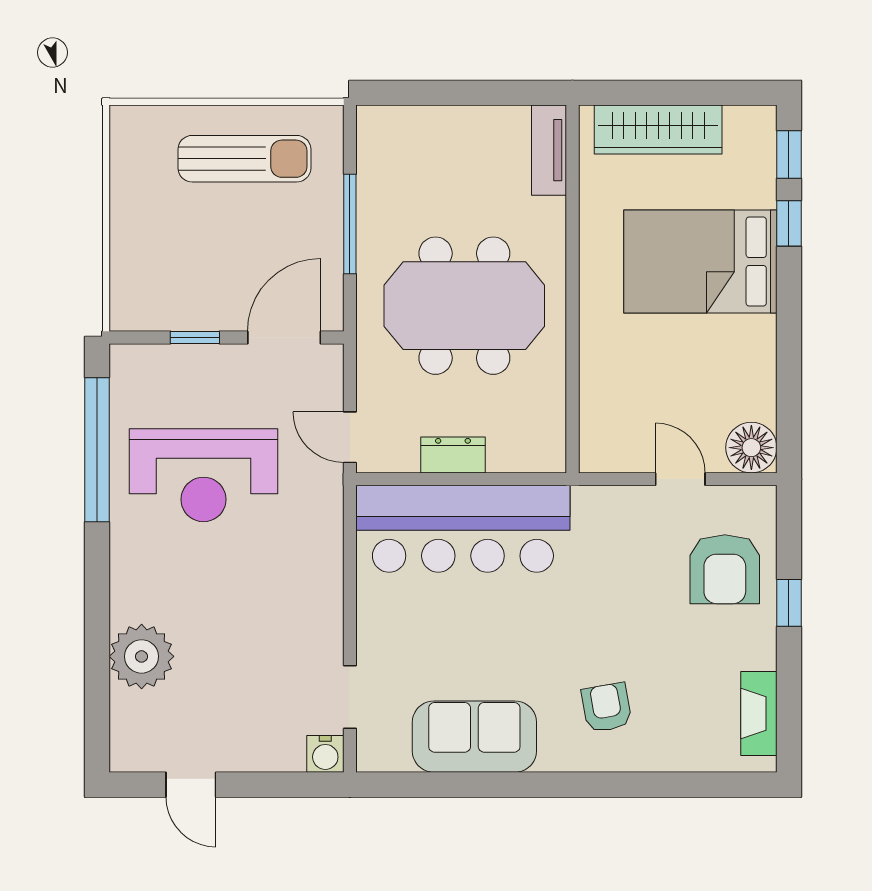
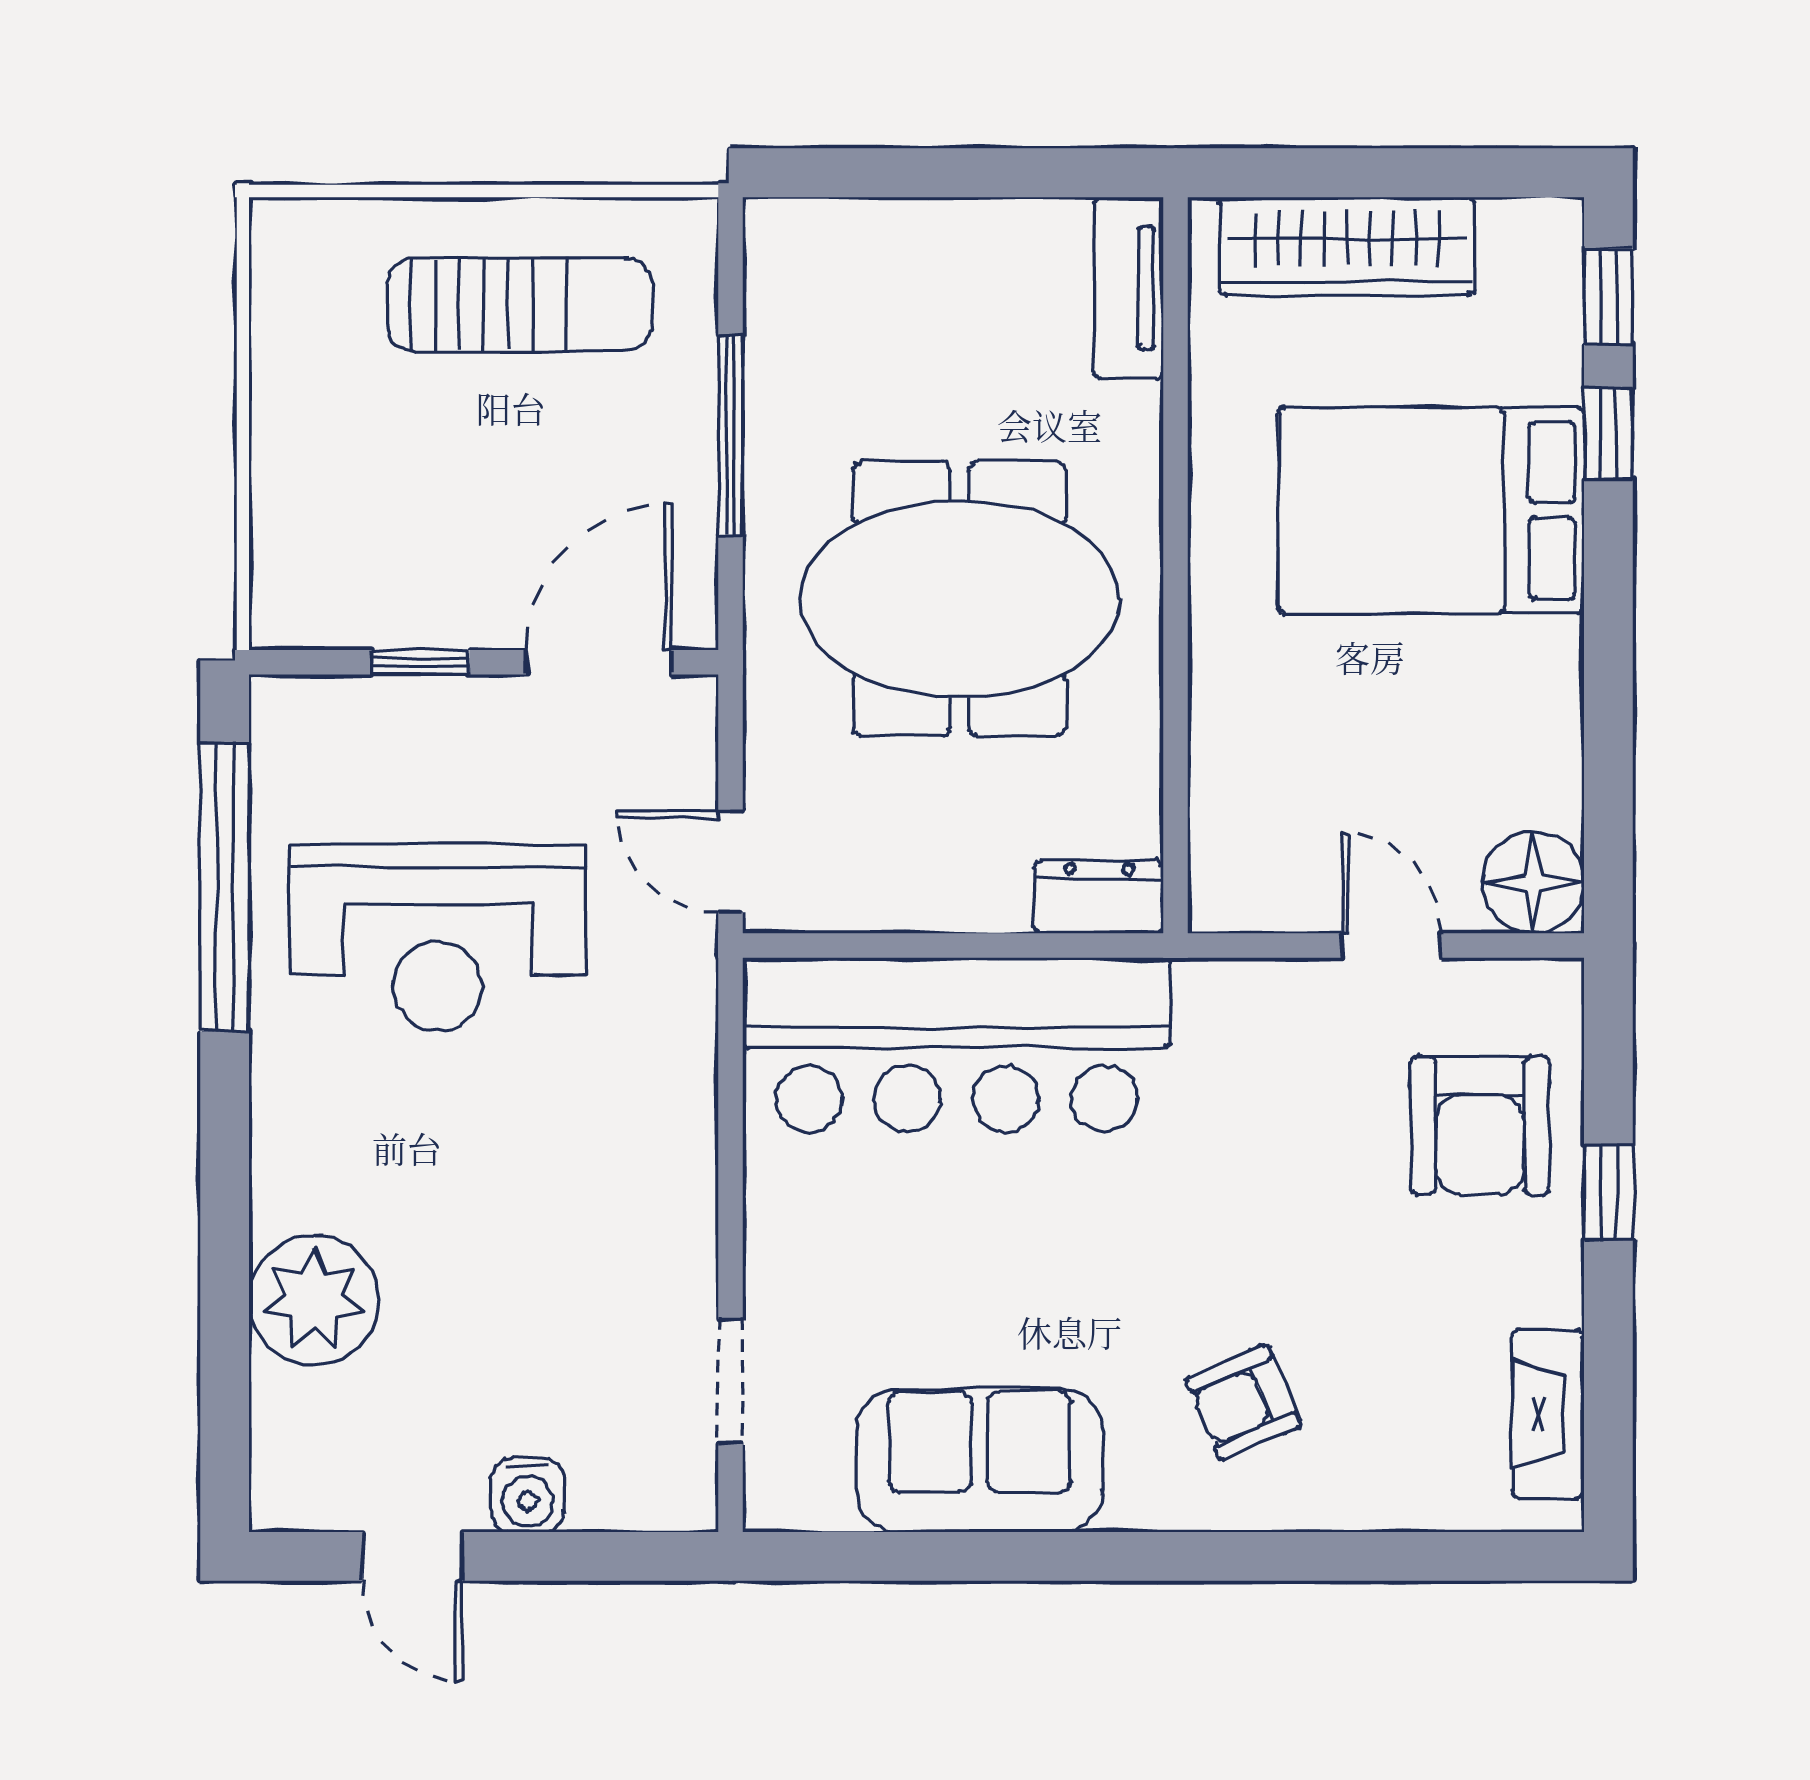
dresser: (453, 455) -> (1099, 897), moved
armchair: (606, 707) -> (1244, 1402), turned -103
water cooler: (325, 754) -> (527, 1495), moved

